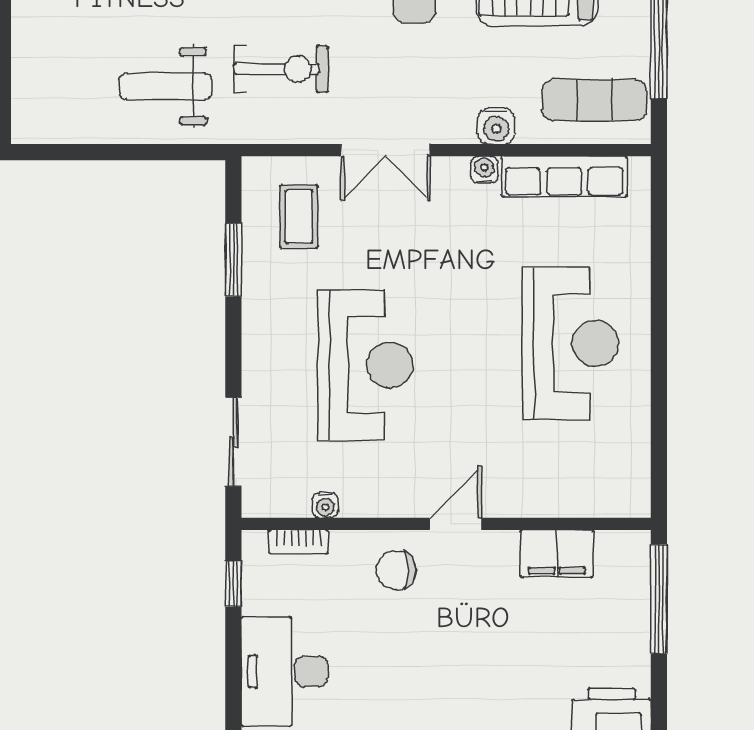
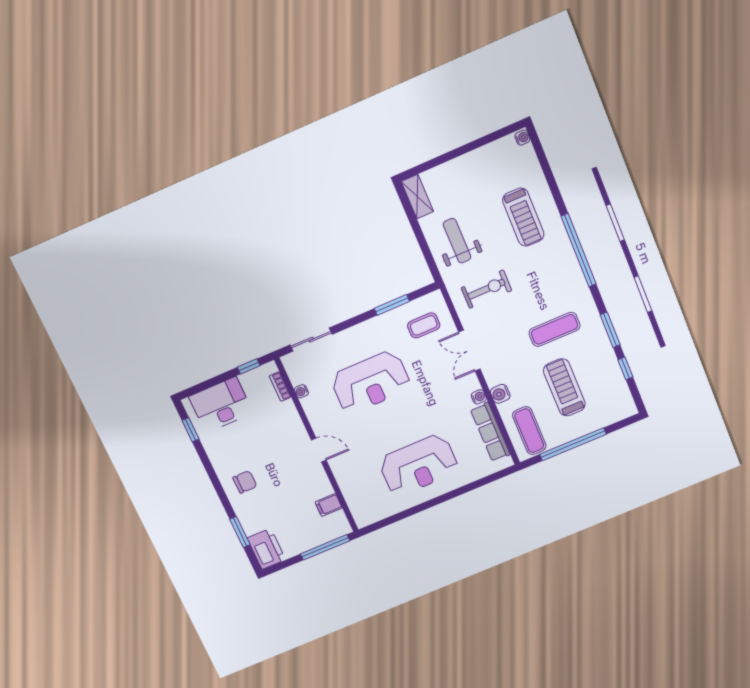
exercise bike: (281, 69) -> (486, 289), turned -90
shelving: (52, 126) -> (417, 197), added
filing cabinet: (557, 554) -> (329, 505), width x0.50
chair: (396, 570) -> (245, 482), moved, turned 90

